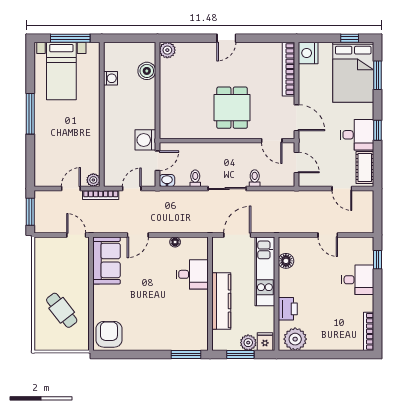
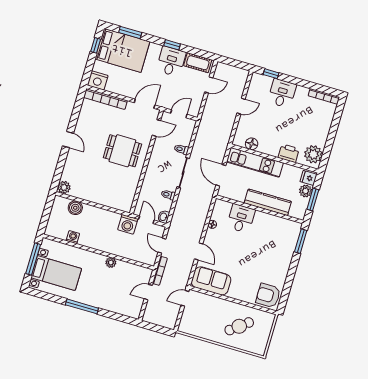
plant: (93, 180) -> (111, 262), moved
door: (71, 189) -> (148, 292), hinge flipped
window: (30, 212) -> (157, 328), removed

